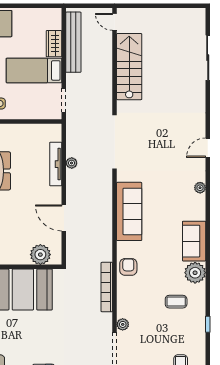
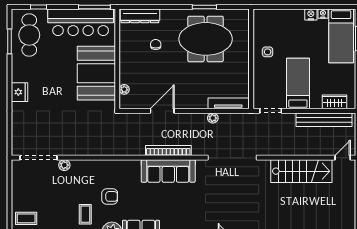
wardrobe: (54, 44) -> (335, 102), moved
tv unit: (56, 164) -> (228, 103), moved
plant: (40, 255) -> (124, 89), width x0.53, depth x0.53
armchair: (128, 267) -> (110, 196), moved
bookcase: (107, 287) -> (168, 150), moved

